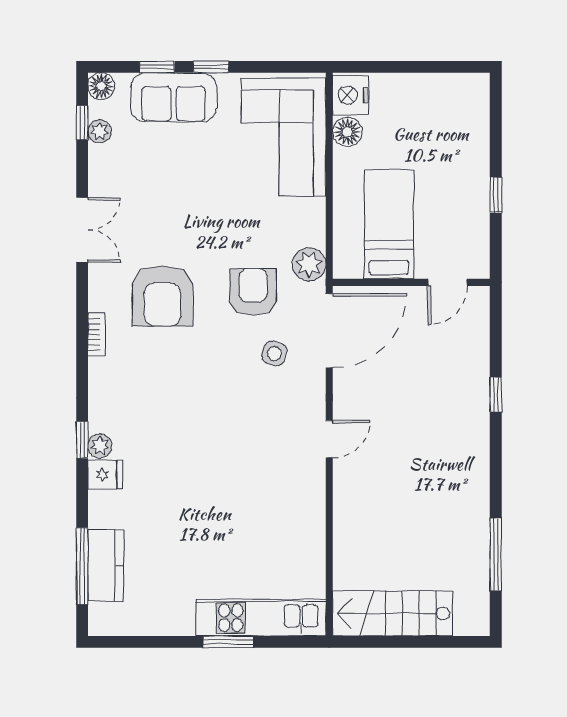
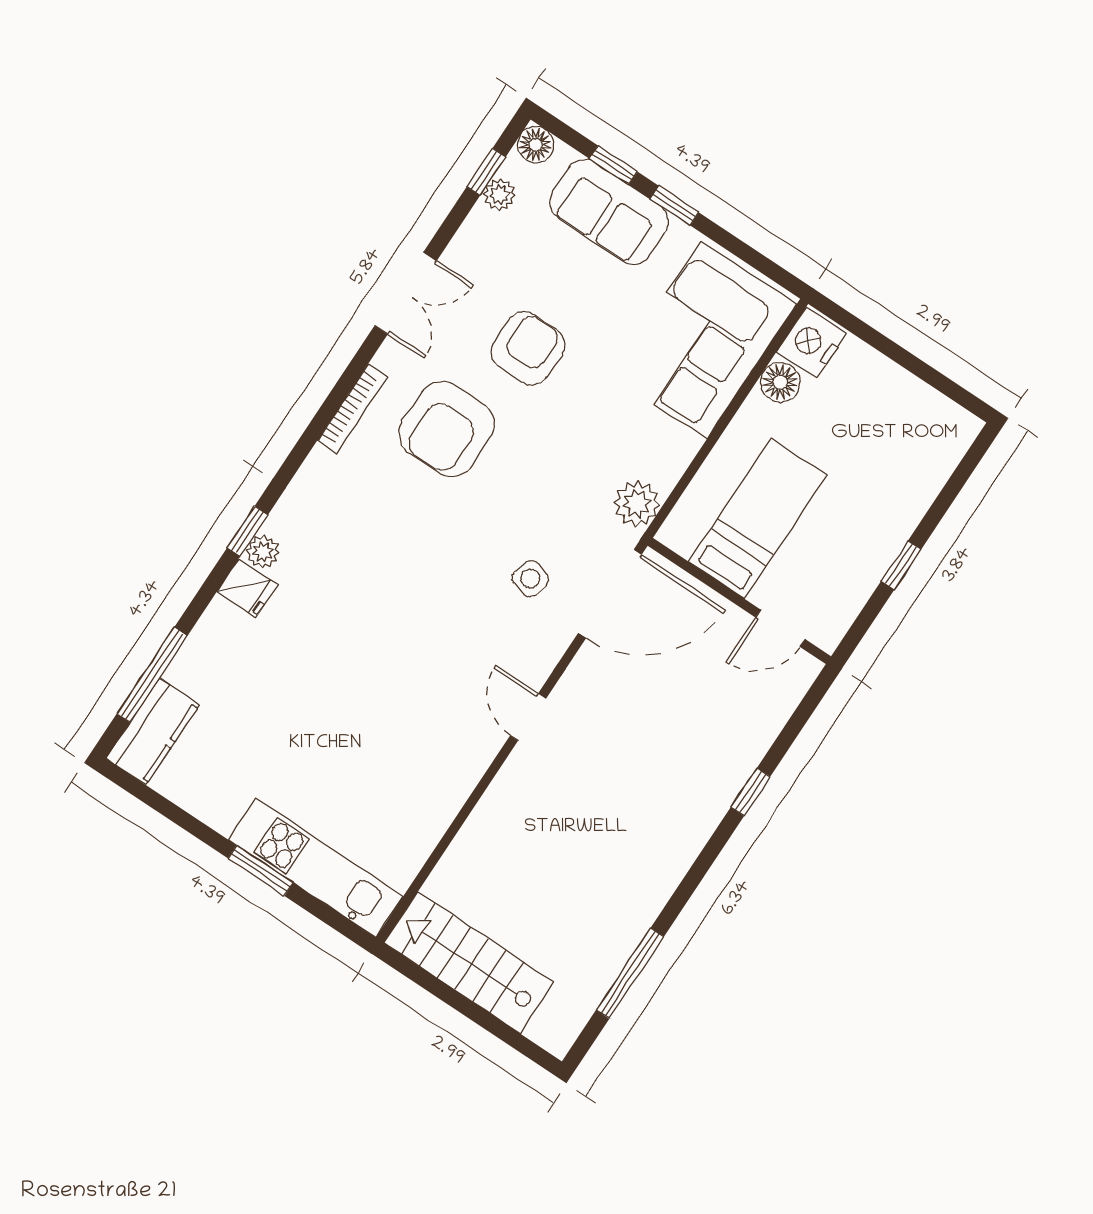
armchair: (253, 292) -> (528, 348), moved
bookcase: (97, 334) -> (352, 409), width x1.56
door: (329, 439) -> (528, 717), swing flipped
kitchen counter: (106, 566) -> (153, 732), moved

